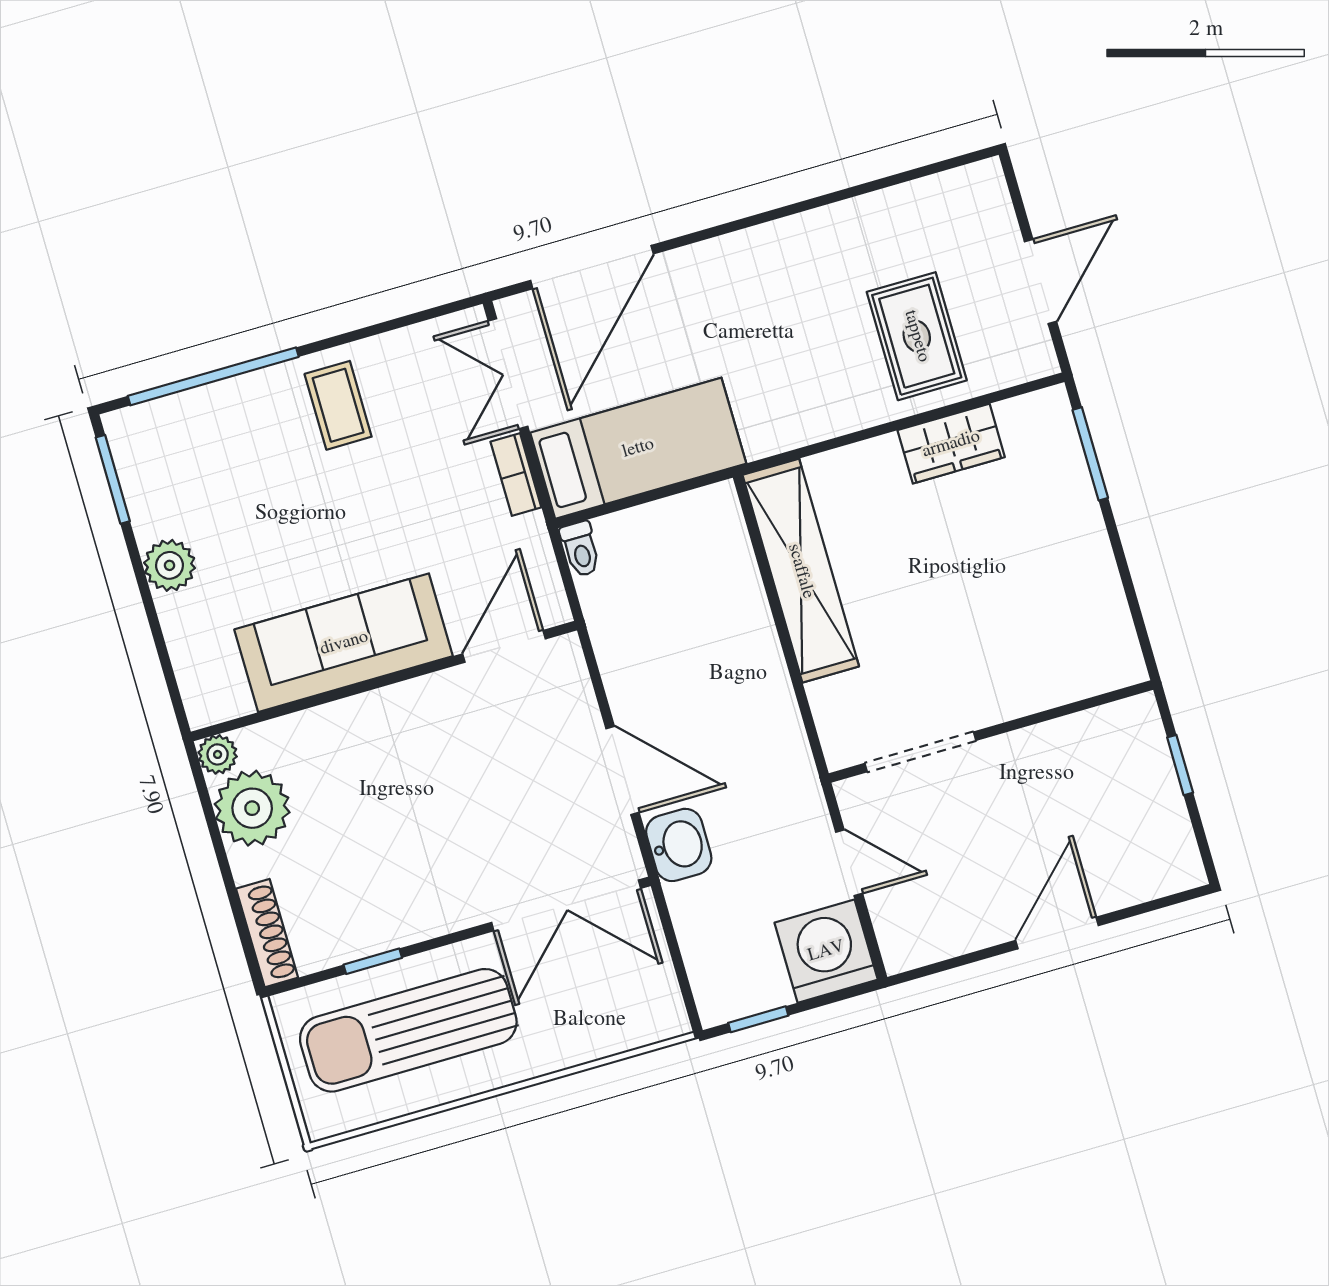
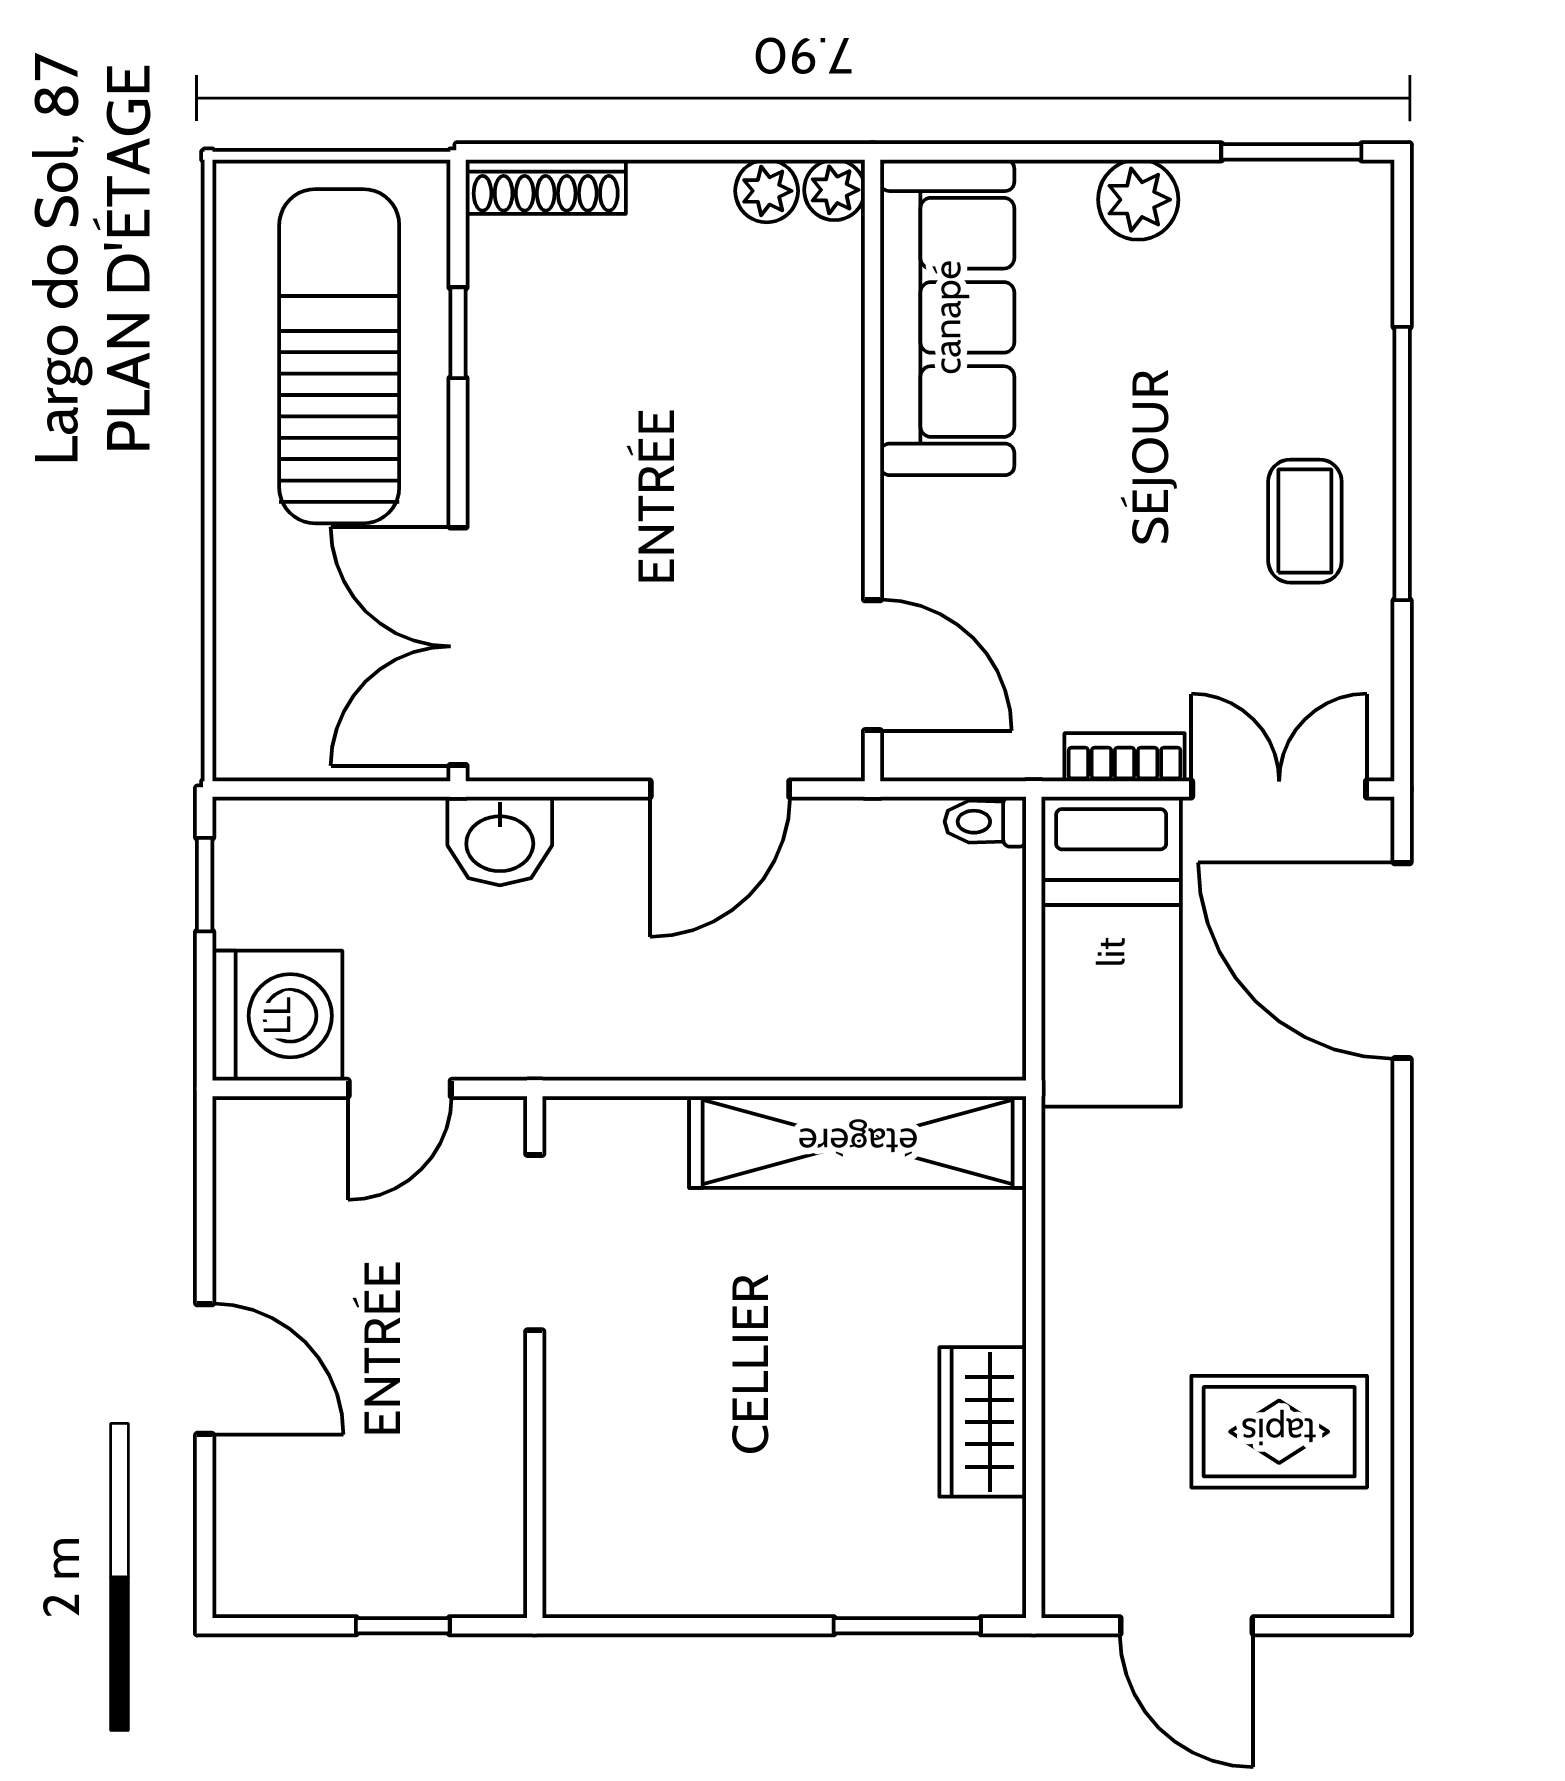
rug: (917, 336) -> (1279, 1432), moved
window: (213, 376) -> (1402, 464), moved
coffee table: (338, 405) -> (1305, 521), turned 90
sofa: (344, 643) -> (947, 317), moved
door: (623, 770) -> (720, 789), moved
plant: (252, 808) -> (767, 191), width x0.53, depth x0.53

